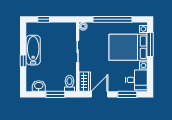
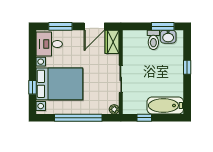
window: (44, 19) -> (144, 118), moved
window: (150, 44) -> (32, 87), width x0.46
bathtub: (33, 50) -> (165, 105), moved, turned 90
toilet: (69, 83) -> (153, 40), moved
window: (55, 94) -> (163, 26), moved

